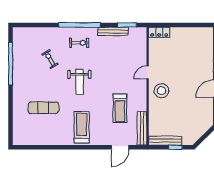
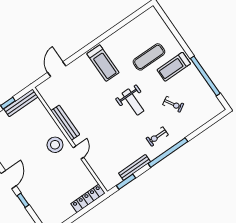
locker: (159, 32) -> (88, 198), width x1.53
weight bench: (79, 82) -> (133, 102), turned 180
treadmill: (120, 108) -> (174, 67), moved, turned -90
bench: (142, 128) -> (65, 123), moved

